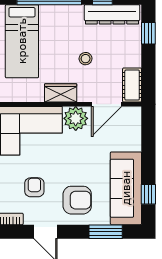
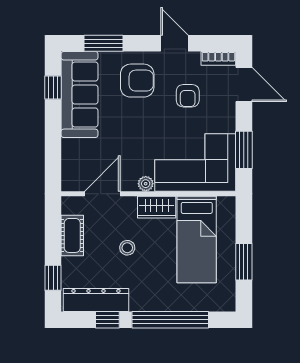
bed: (22, 41) -> (197, 240), moved, turned 180
cot: (132, 85) -> (72, 235), moved
plant: (76, 118) -> (146, 184), width x0.53, depth x0.53
armchair: (77, 200) -> (137, 81), turned 180

